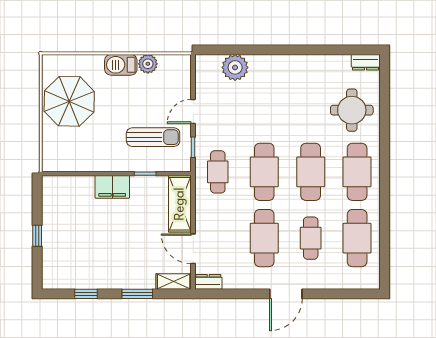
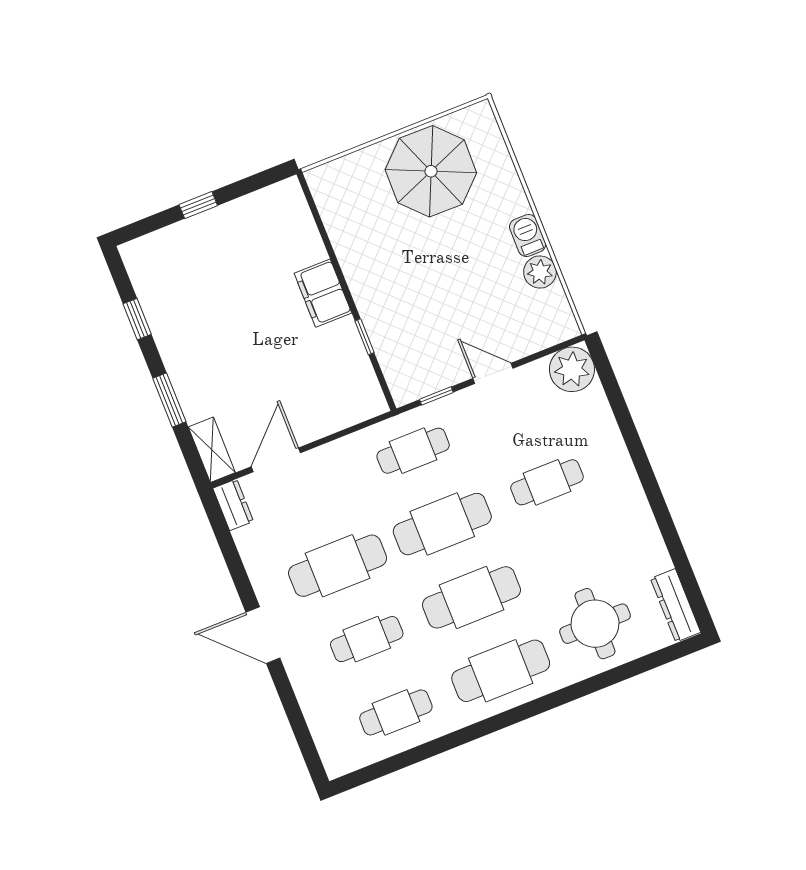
dresser: (365, 62) -> (676, 605), width x1.44
barbecue: (121, 65) -> (528, 235), width x0.73, depth x0.79
plant: (235, 67) -> (572, 369), moved
cafe table: (264, 106) -> (547, 482), added
sun lounger: (153, 137) -> (427, 326), removed
shelving: (180, 204) -> (339, 411), removed
cafe table: (357, 238) -> (396, 712), width x0.73, depth x0.74

